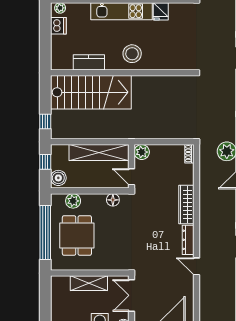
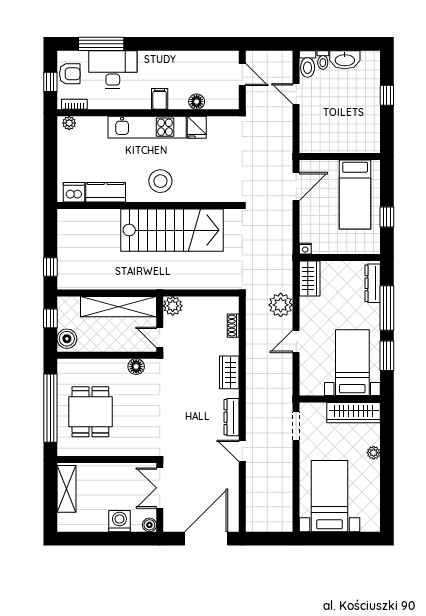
dishwasher: (58, 26) -> (74, 192), moved, turned -90
stairs: (91, 92) -> (172, 230), moved
shoe rack: (189, 154) -> (233, 326), moved
plant: (73, 201) -> (86, 368), removed
wardrobe: (186, 205) -> (229, 372), width x0.67
shelving: (89, 283) -> (66, 489), moved, turned 90

